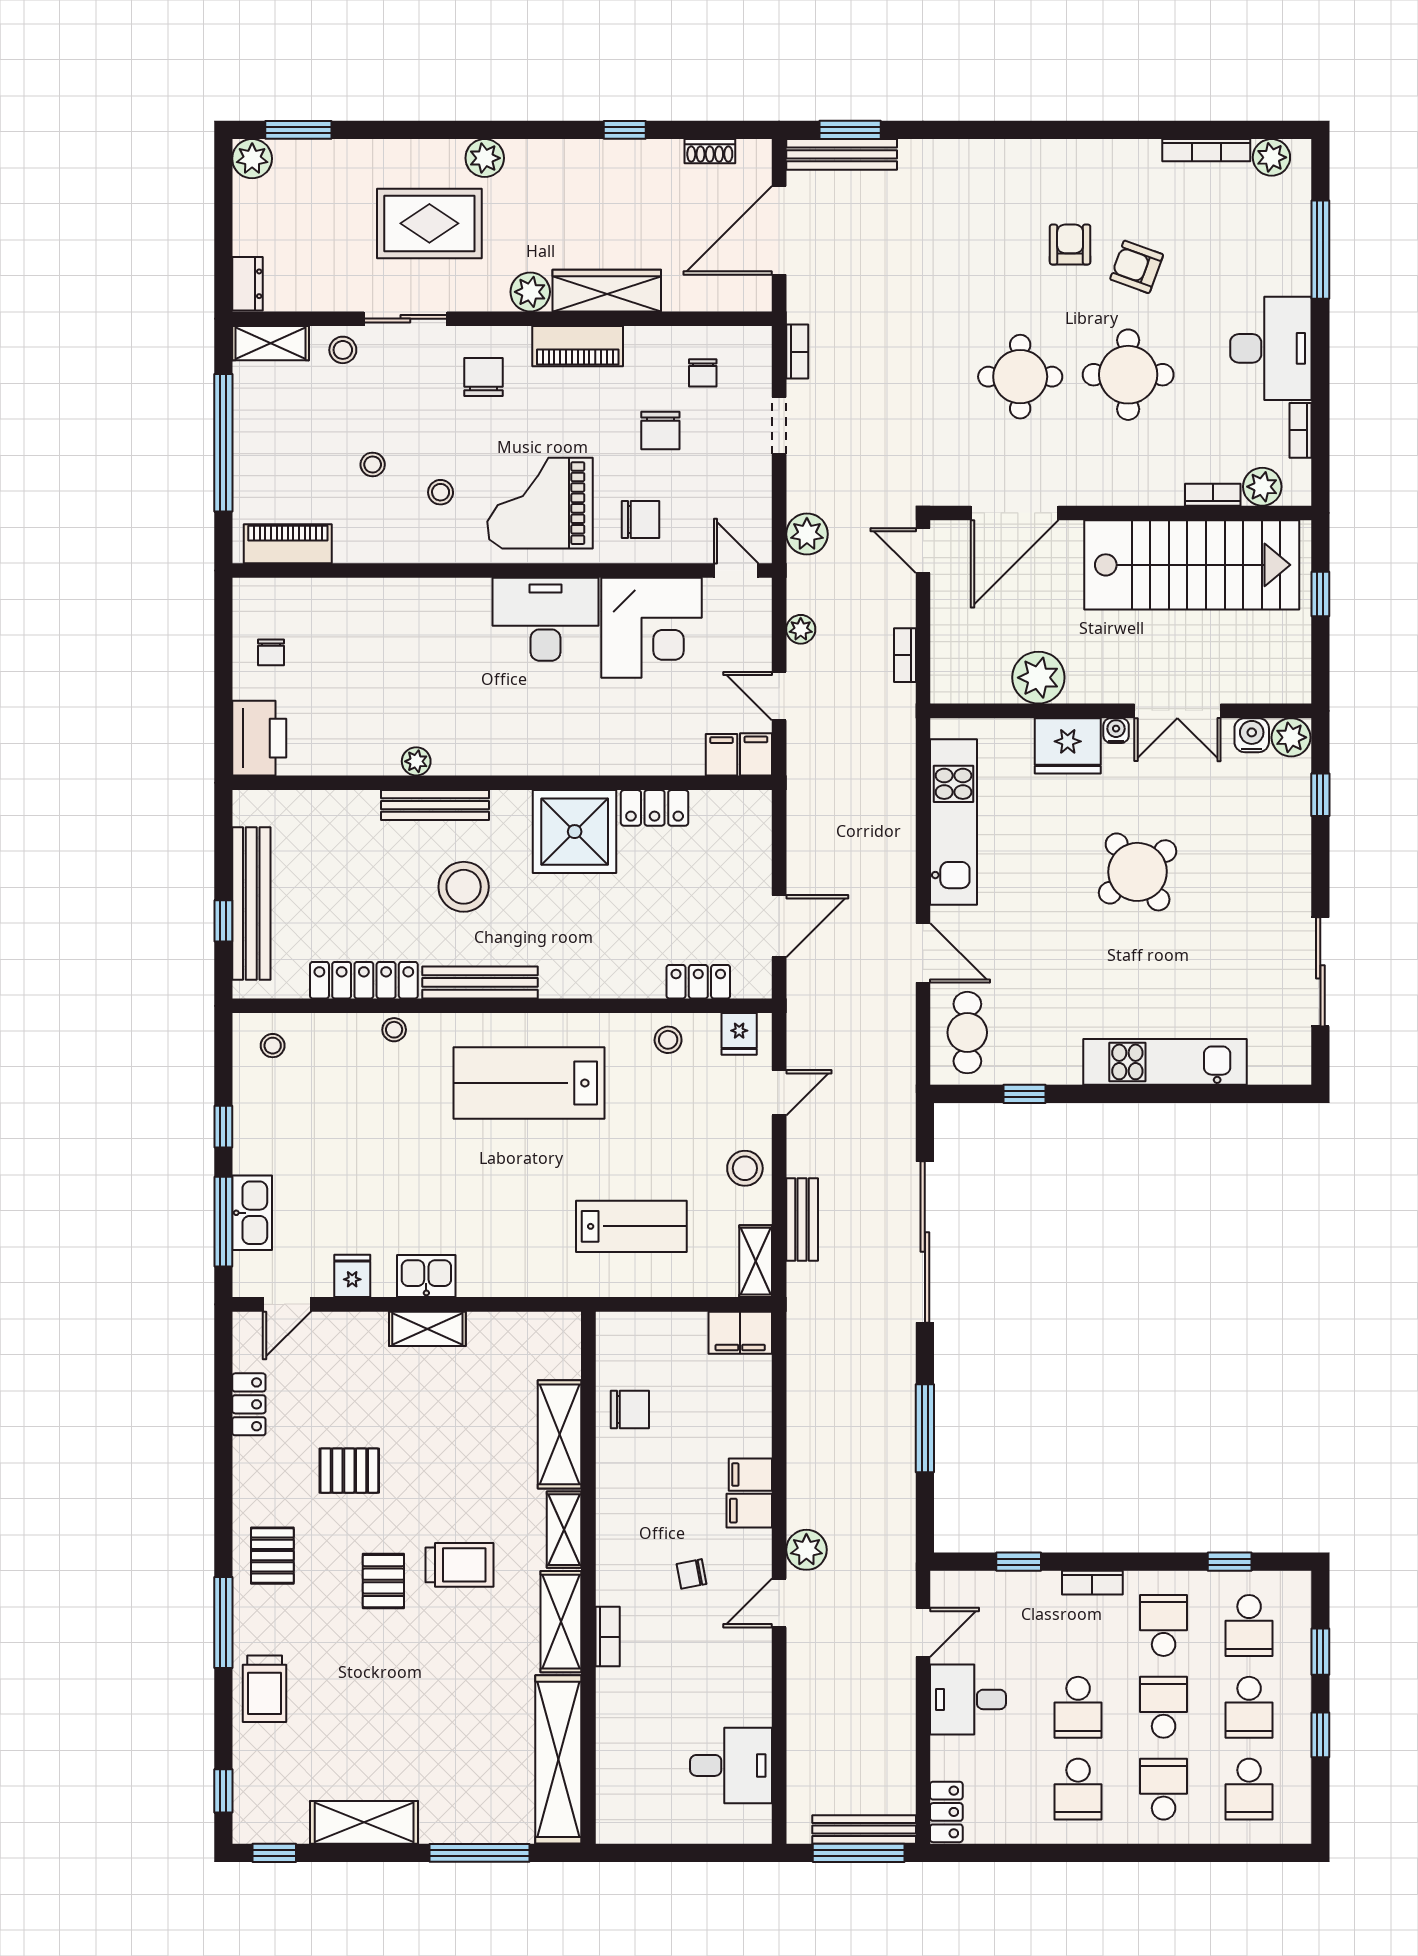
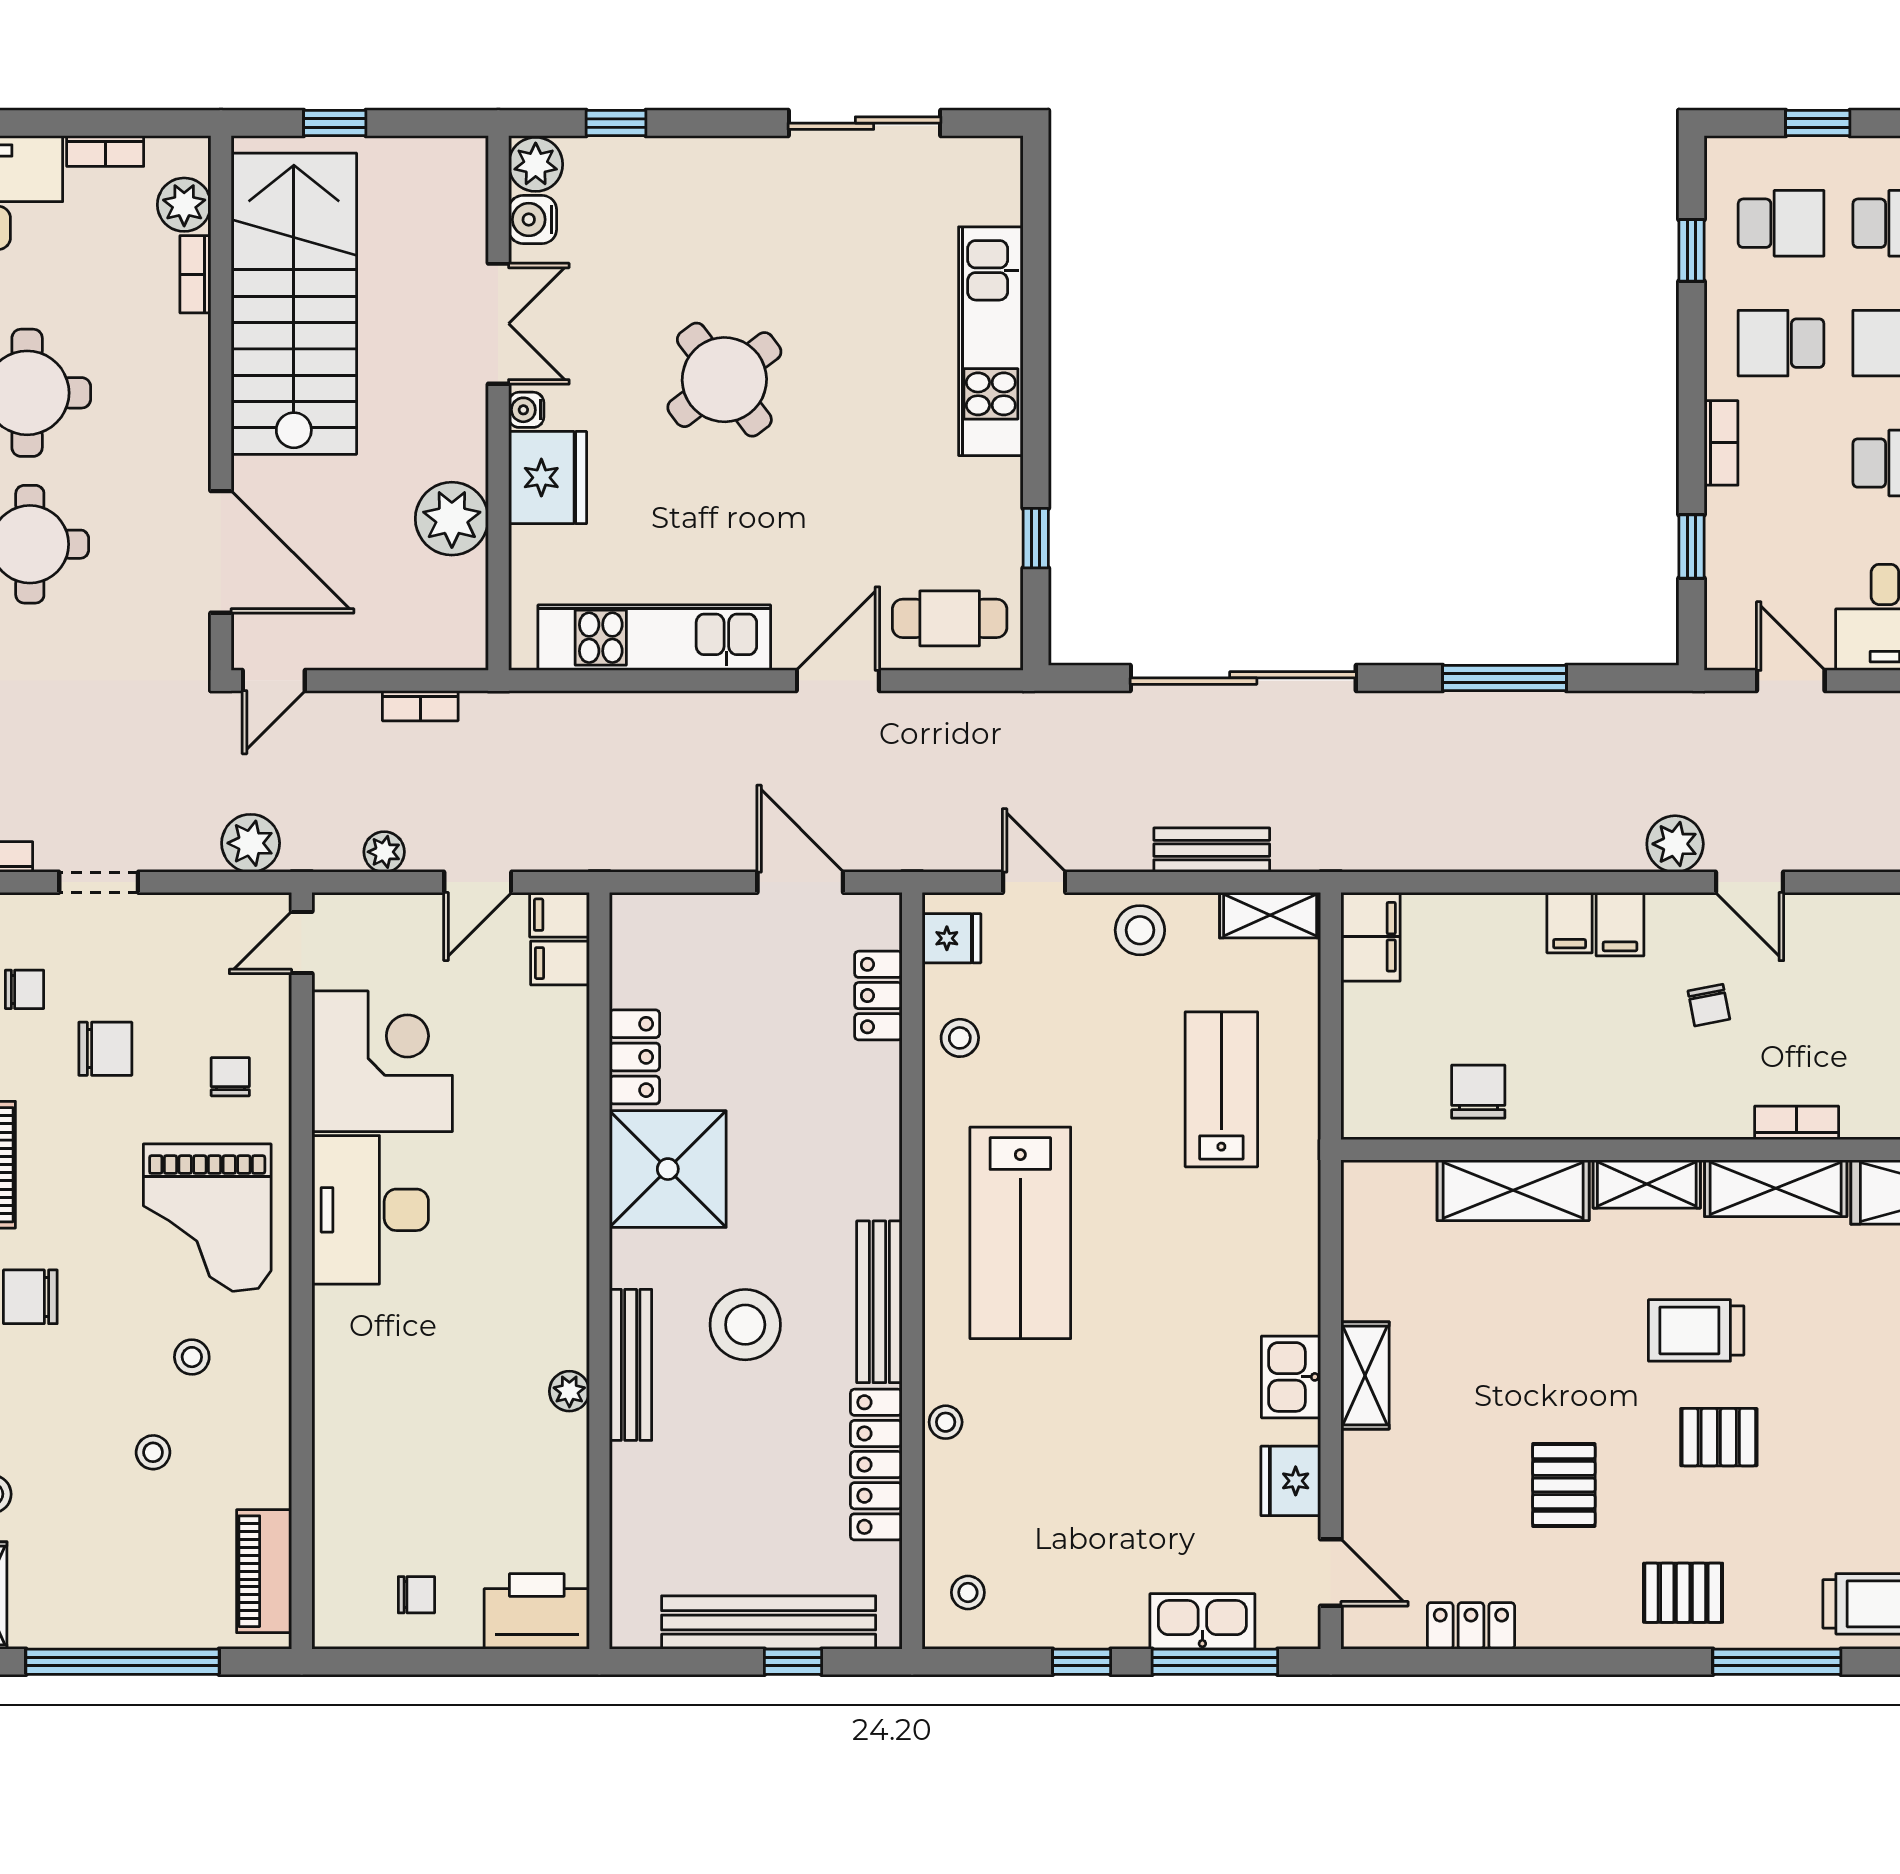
chair: (640, 520) -> (230, 1077), width x0.73, depth x0.73
fridge: (352, 1276) -> (1291, 1481), width x1.38
trolley: (460, 1565) -> (1696, 1330), turned -90

